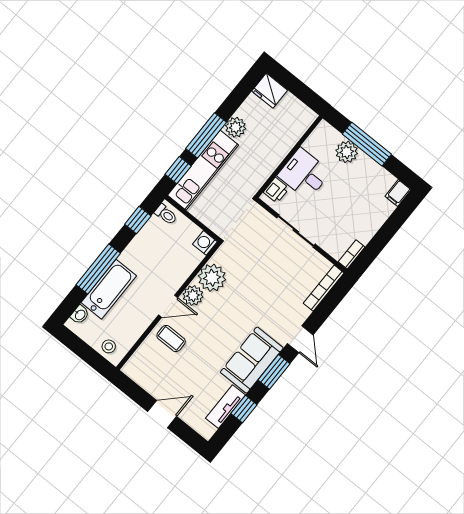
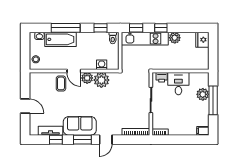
window: (206, 135) -> (161, 28), width x0.46
washing machine: (205, 243) -> (102, 65), moved

